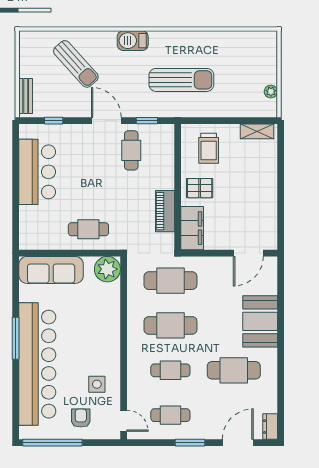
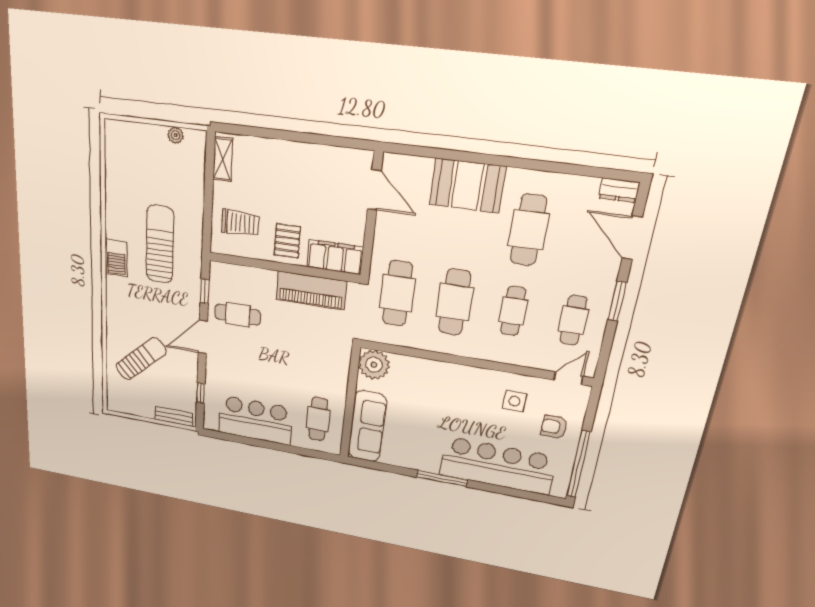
barbecue: (133, 41) -> (116, 258), moved
piano: (165, 211) -> (311, 290), width x1.37, depth x1.33
cafe table: (88, 229) -> (318, 419), moved
bar counter: (37, 364) -> (497, 466), width x0.73

